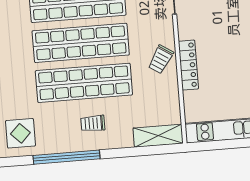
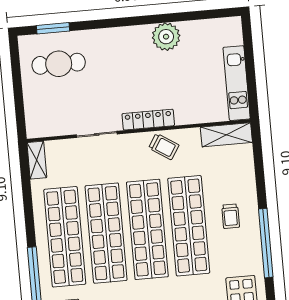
locker: (188, 65) -> (148, 120), moved
shelving: (158, 136) -> (226, 135), moved, turned 90

